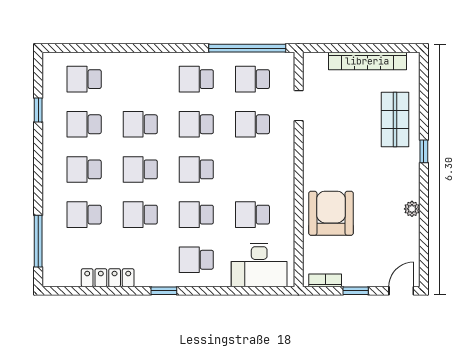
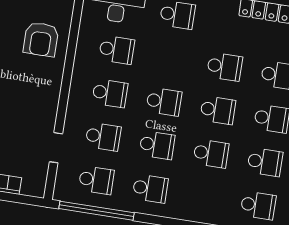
armchair: (331, 213) -> (41, 39), width x0.73, depth x0.73
school desk: (196, 215) -> (110, 93), moved

